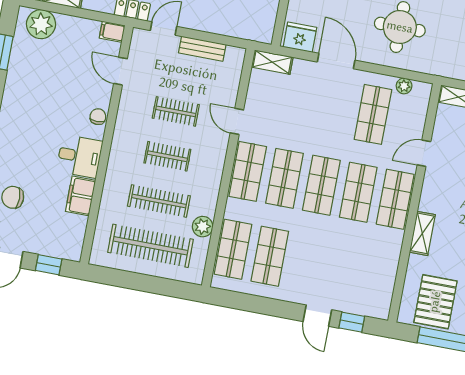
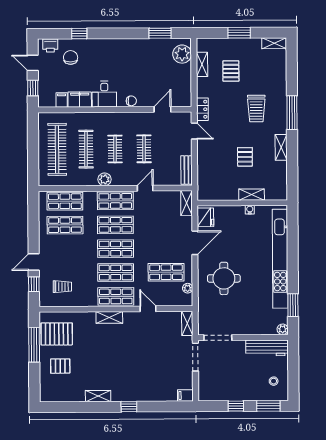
filing cabinet: (112, 32) -> (62, 100), moved
bench: (202, 49) -> (186, 170), moved
plant: (203, 227) -> (105, 179), moved
shelving: (422, 233) -> (109, 317), moved
trolley: (364, 279) -> (62, 287), added

